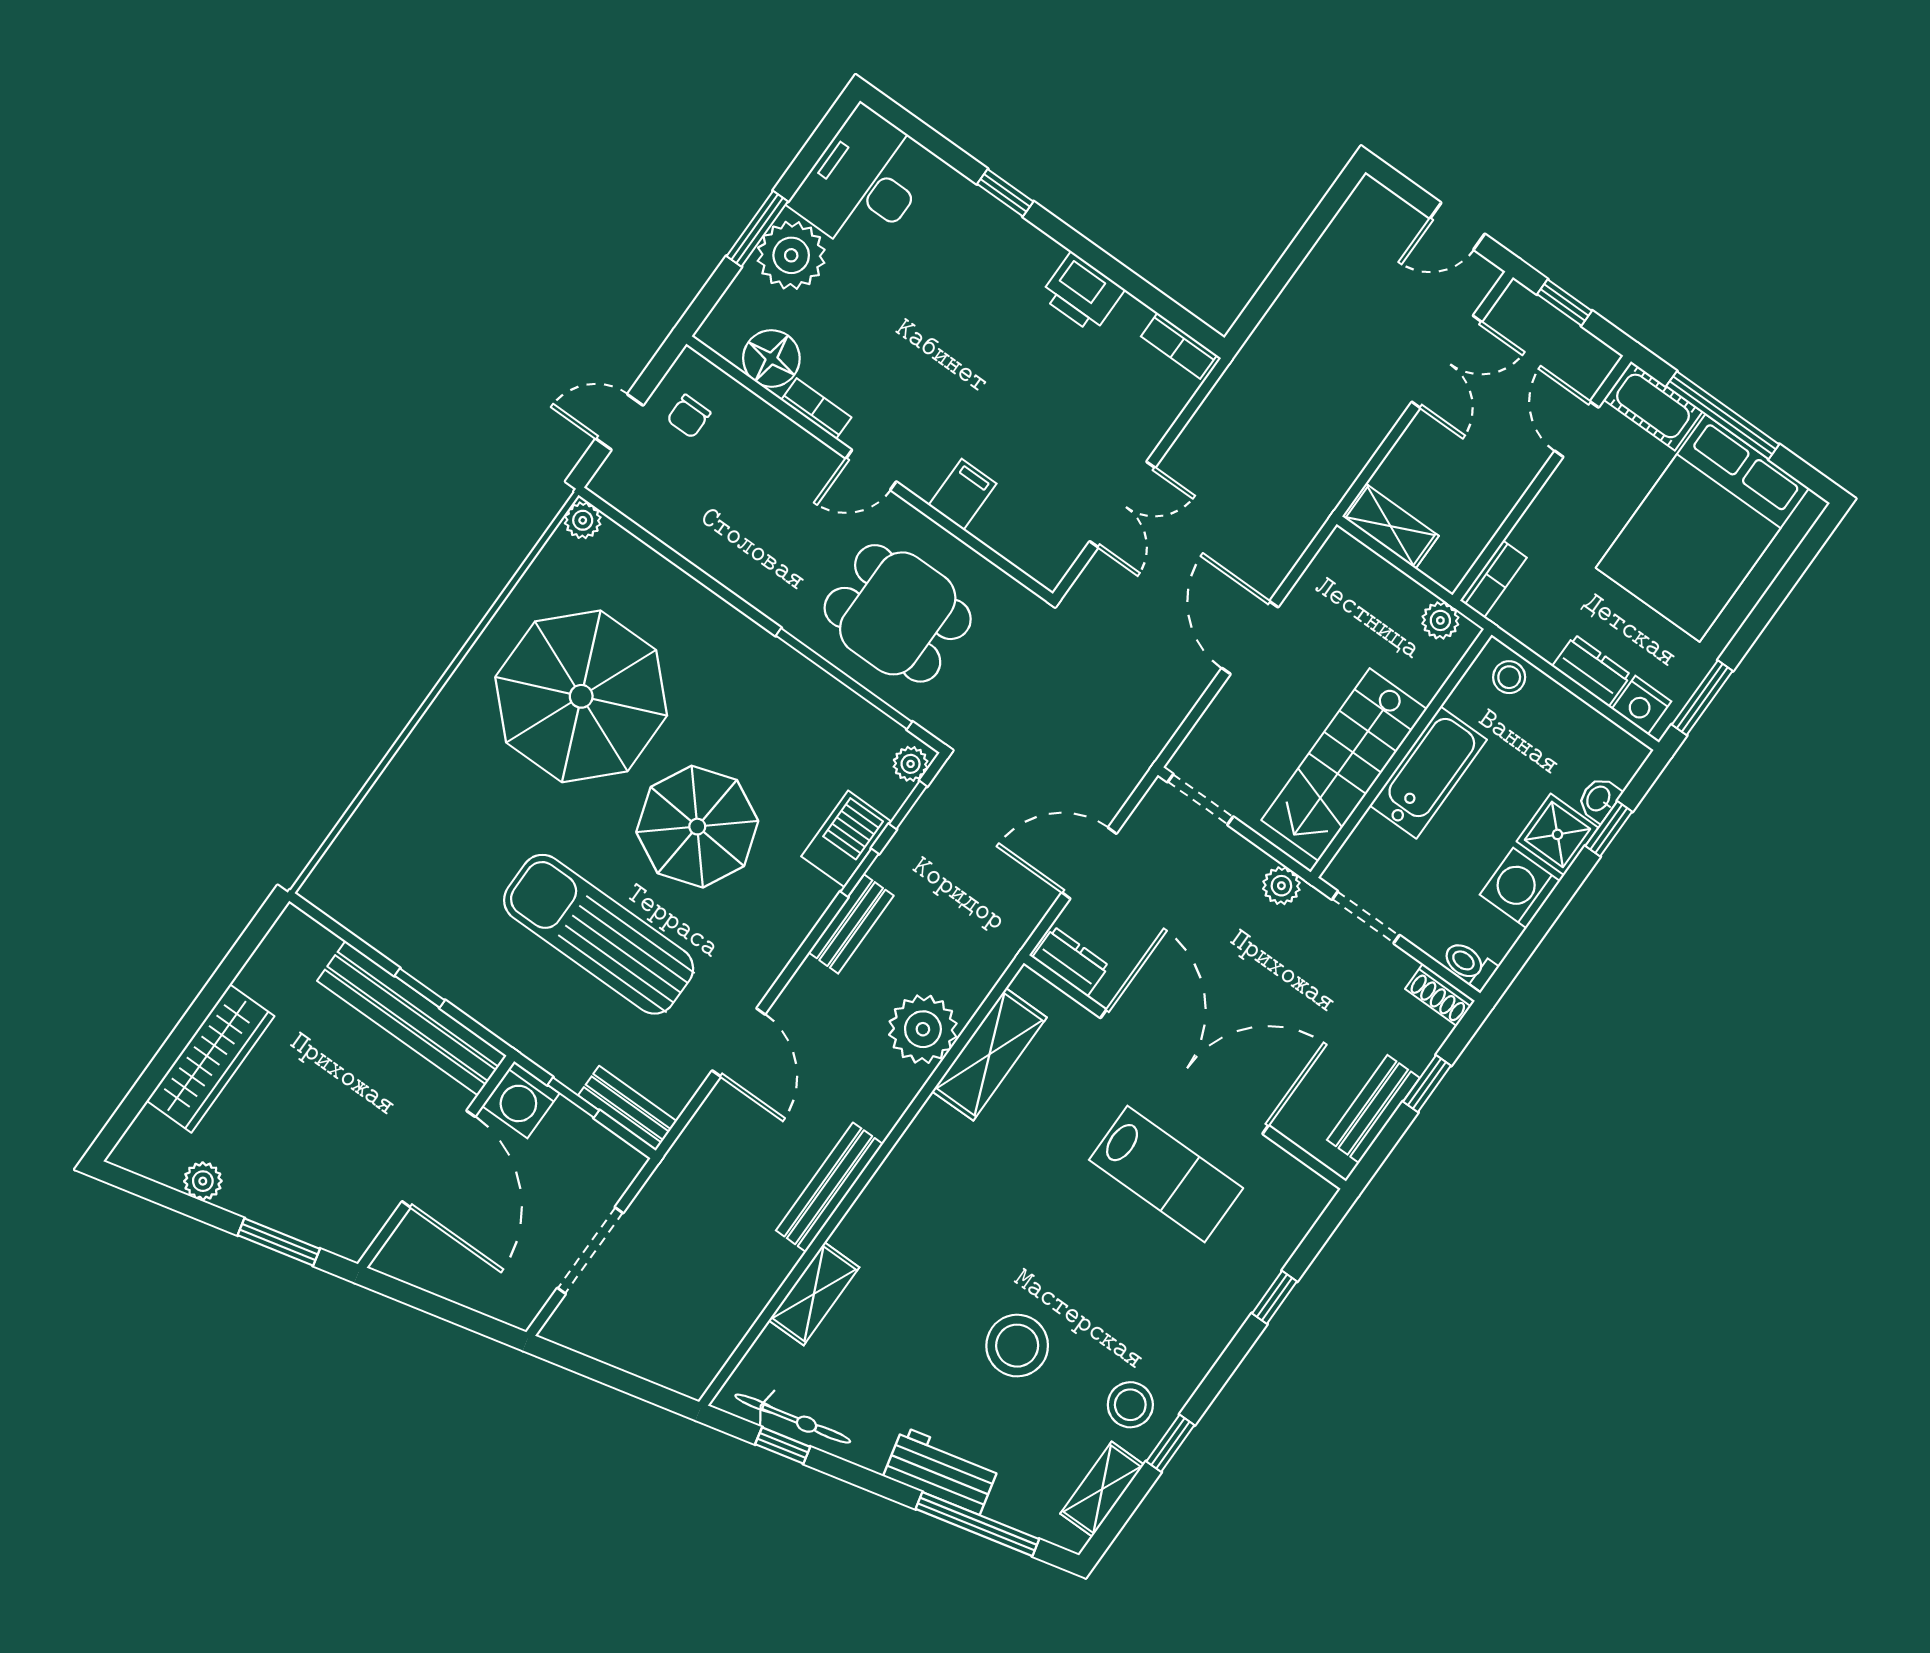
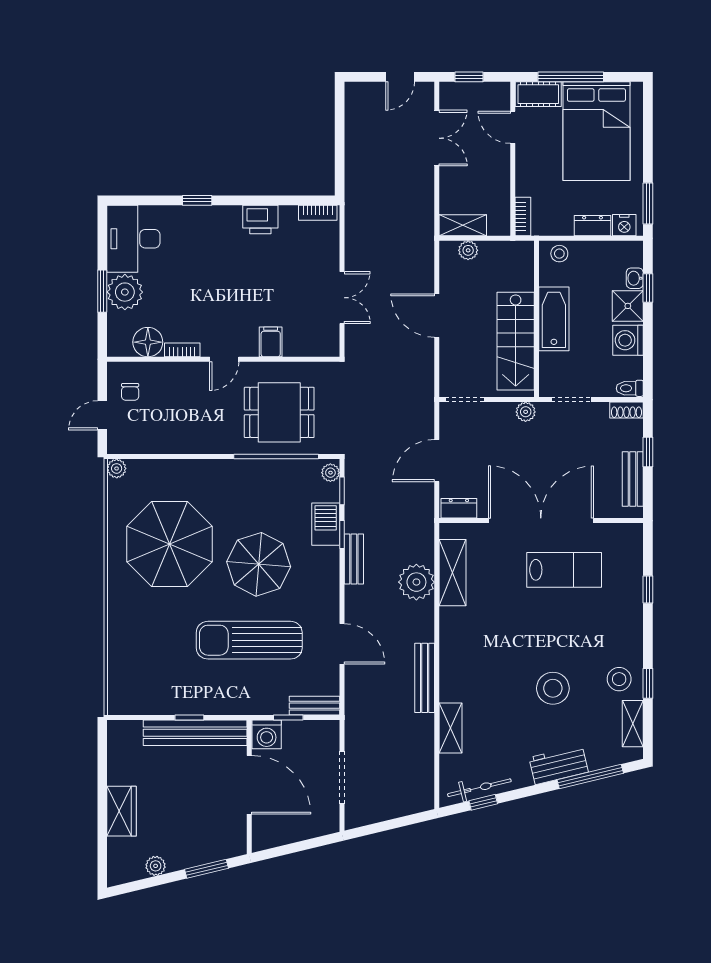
plant: (1440, 620) -> (468, 250), moved
wardrobe: (210, 1058) -> (122, 811), width x0.67

